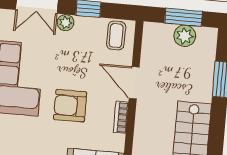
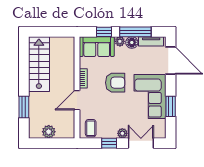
window: (183, 17) -> (50, 143), removed
door: (134, 83) -> (77, 100), swing flipped

